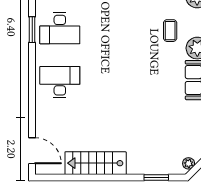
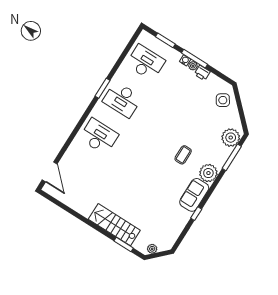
coffee table: (170, 31) -> (183, 155), moved
stairs: (96, 163) -> (114, 225), moved

